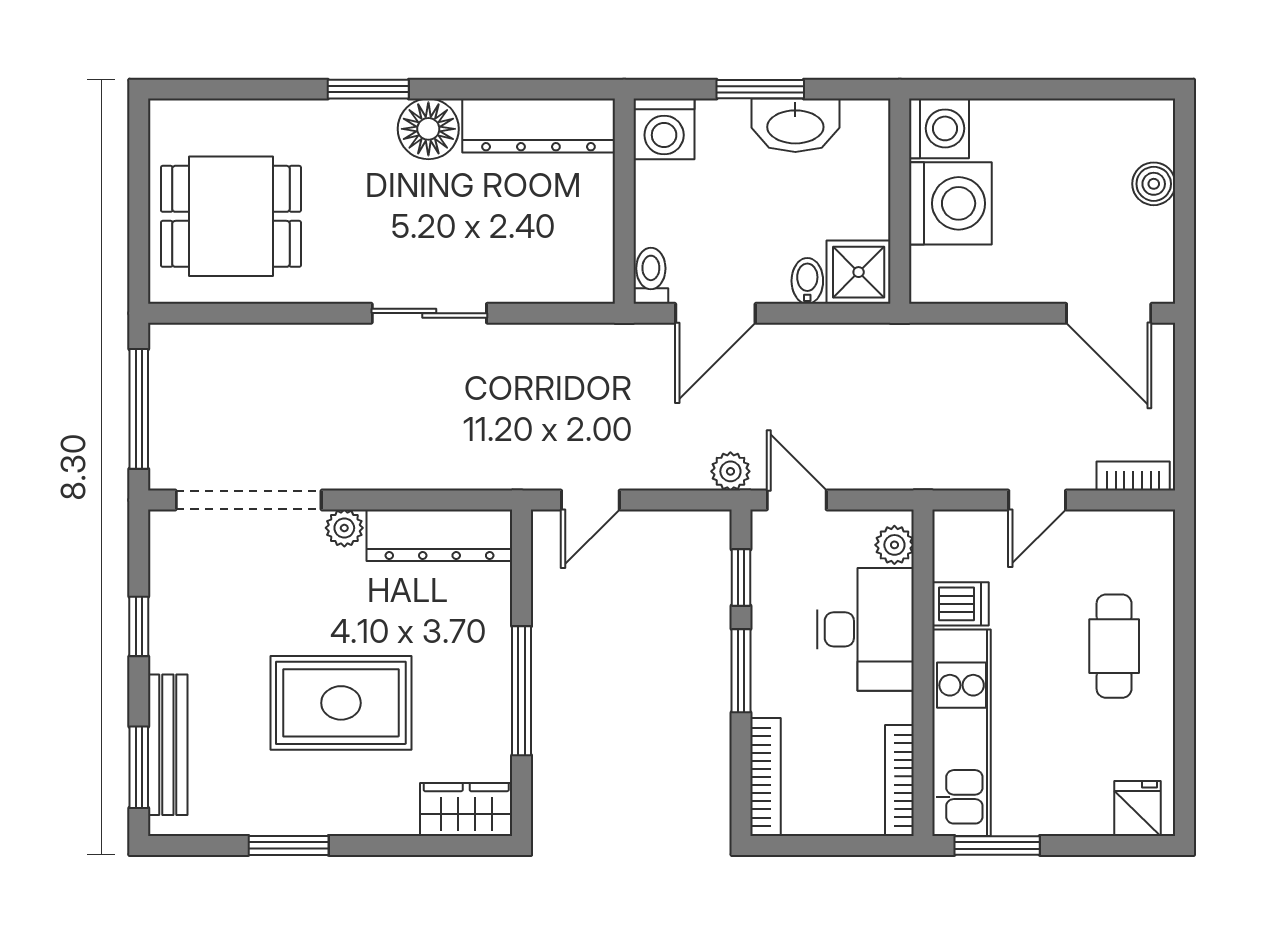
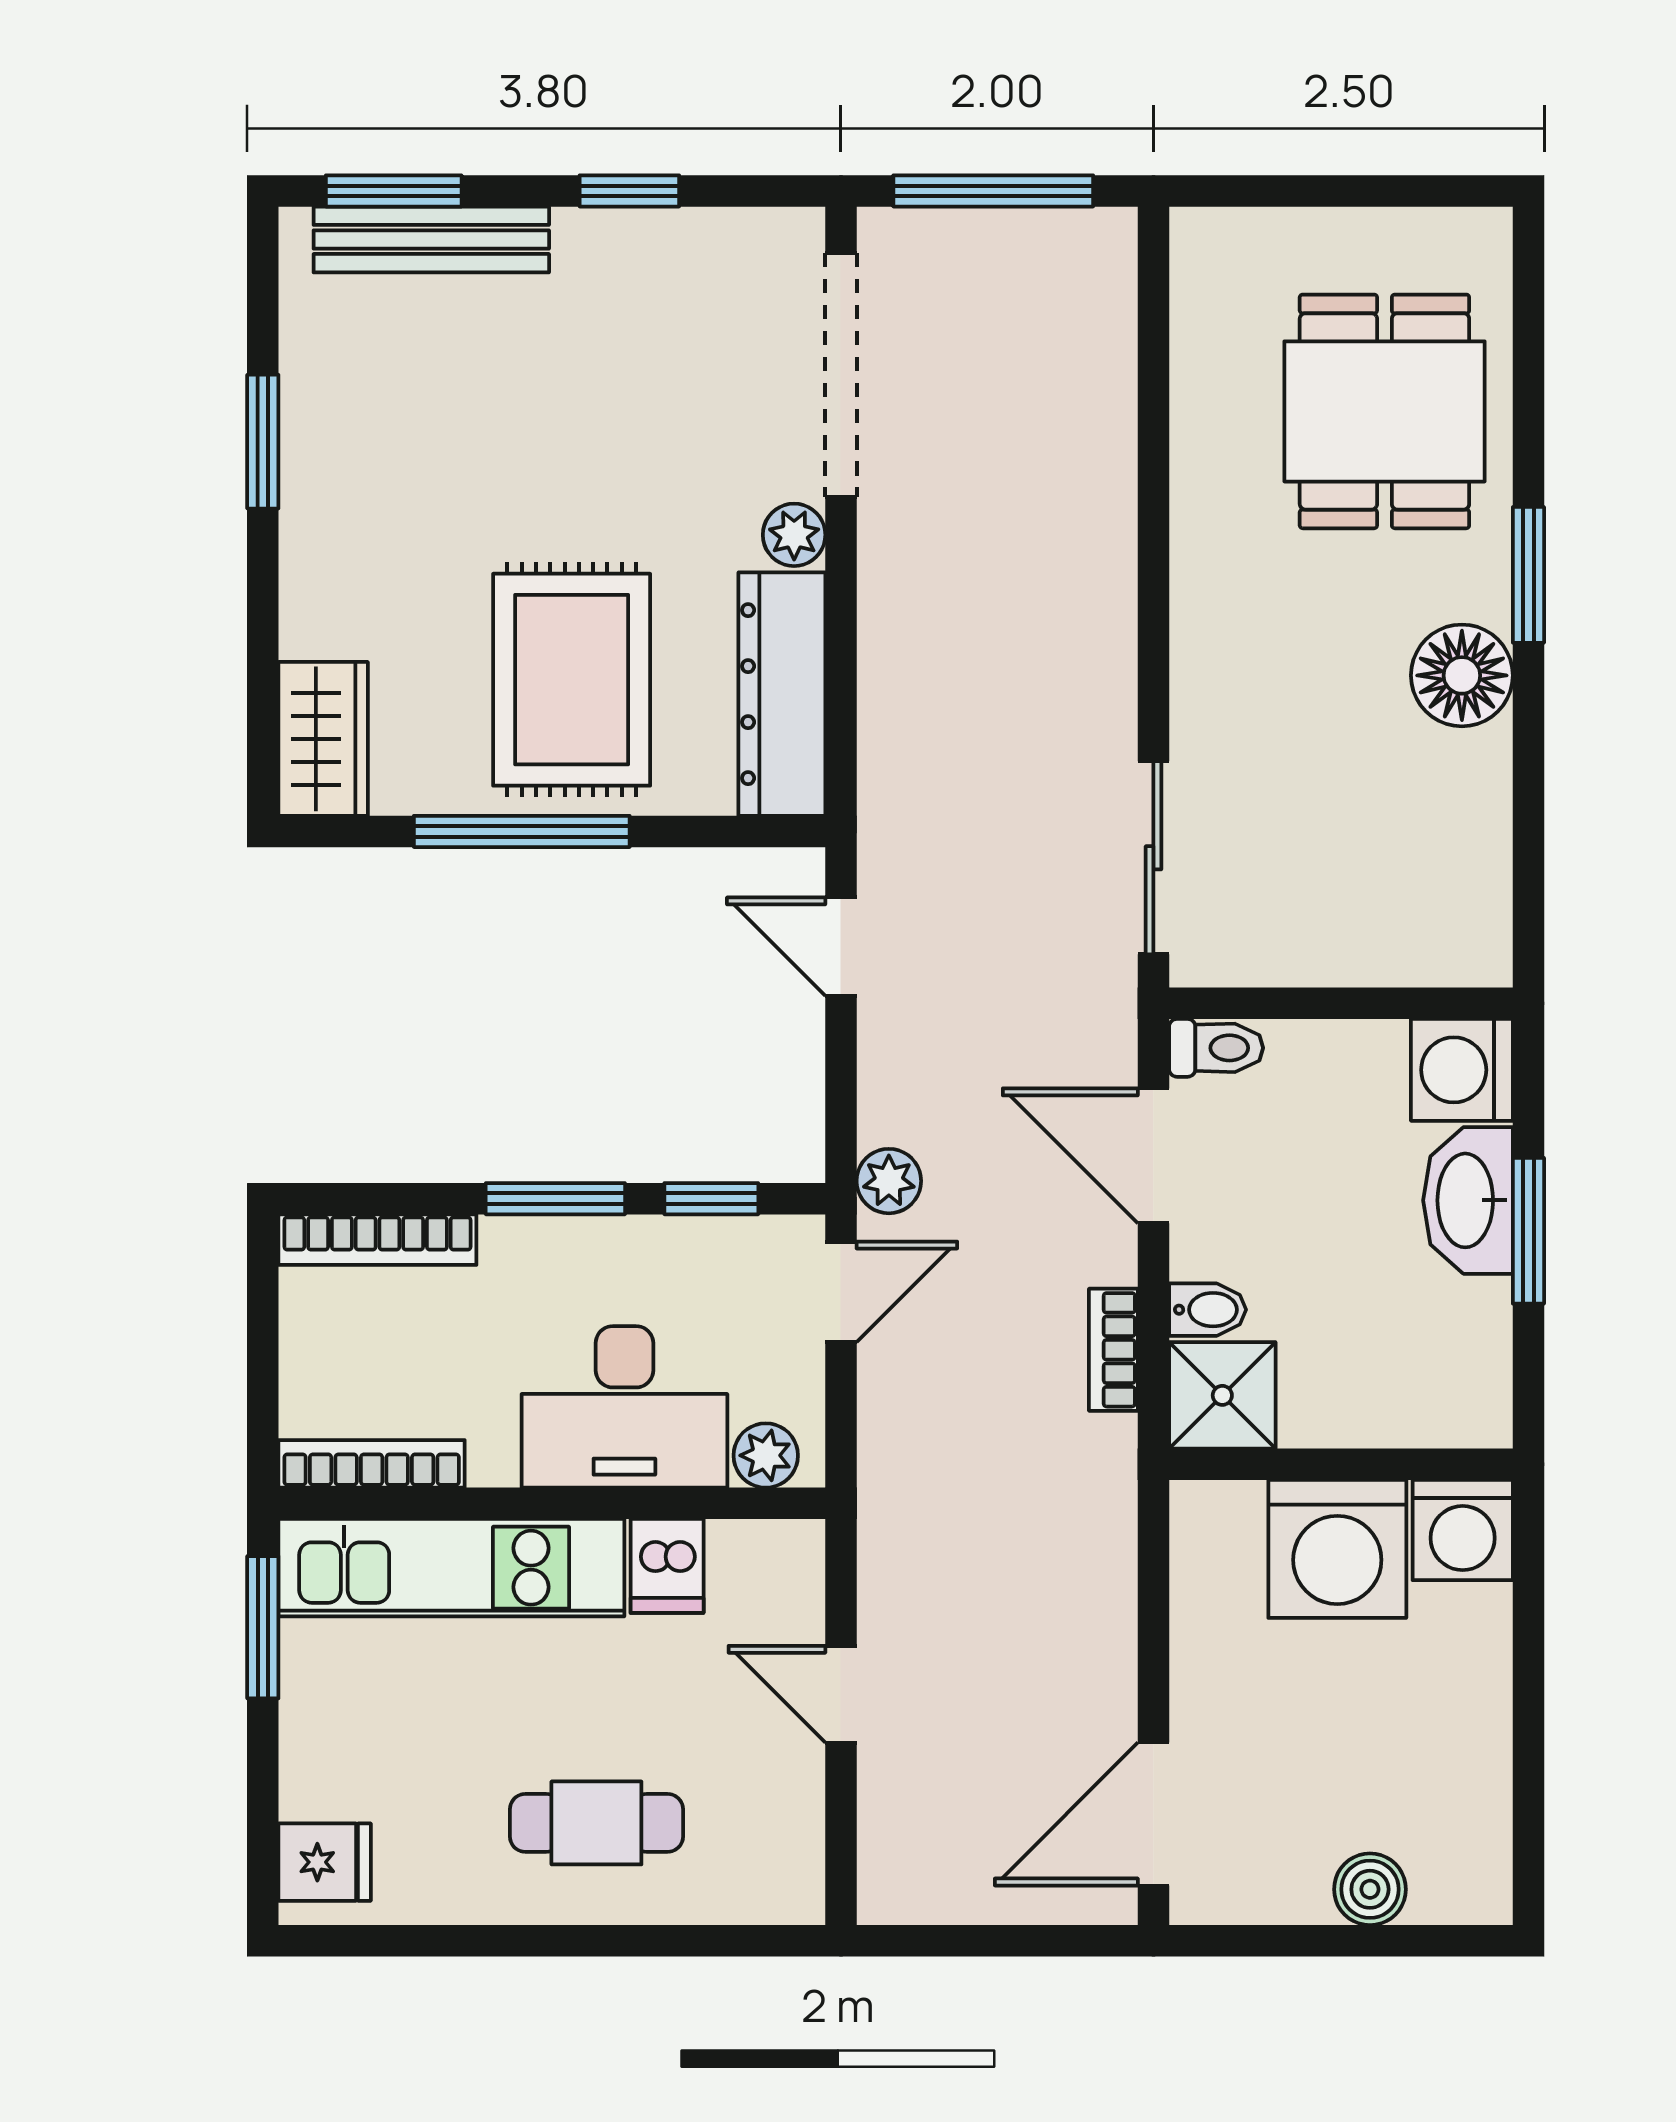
washbasin: (795, 125) -> (1468, 1200), moved
dresser: (538, 126) -> (1467, 860), removed
dining table: (231, 216) -> (1384, 411), moved
sliding door: (429, 313) -> (1153, 858), moved
bookcase: (1133, 476) -> (1113, 1350), moved, turned 180
rug: (341, 703) -> (572, 680), moved

